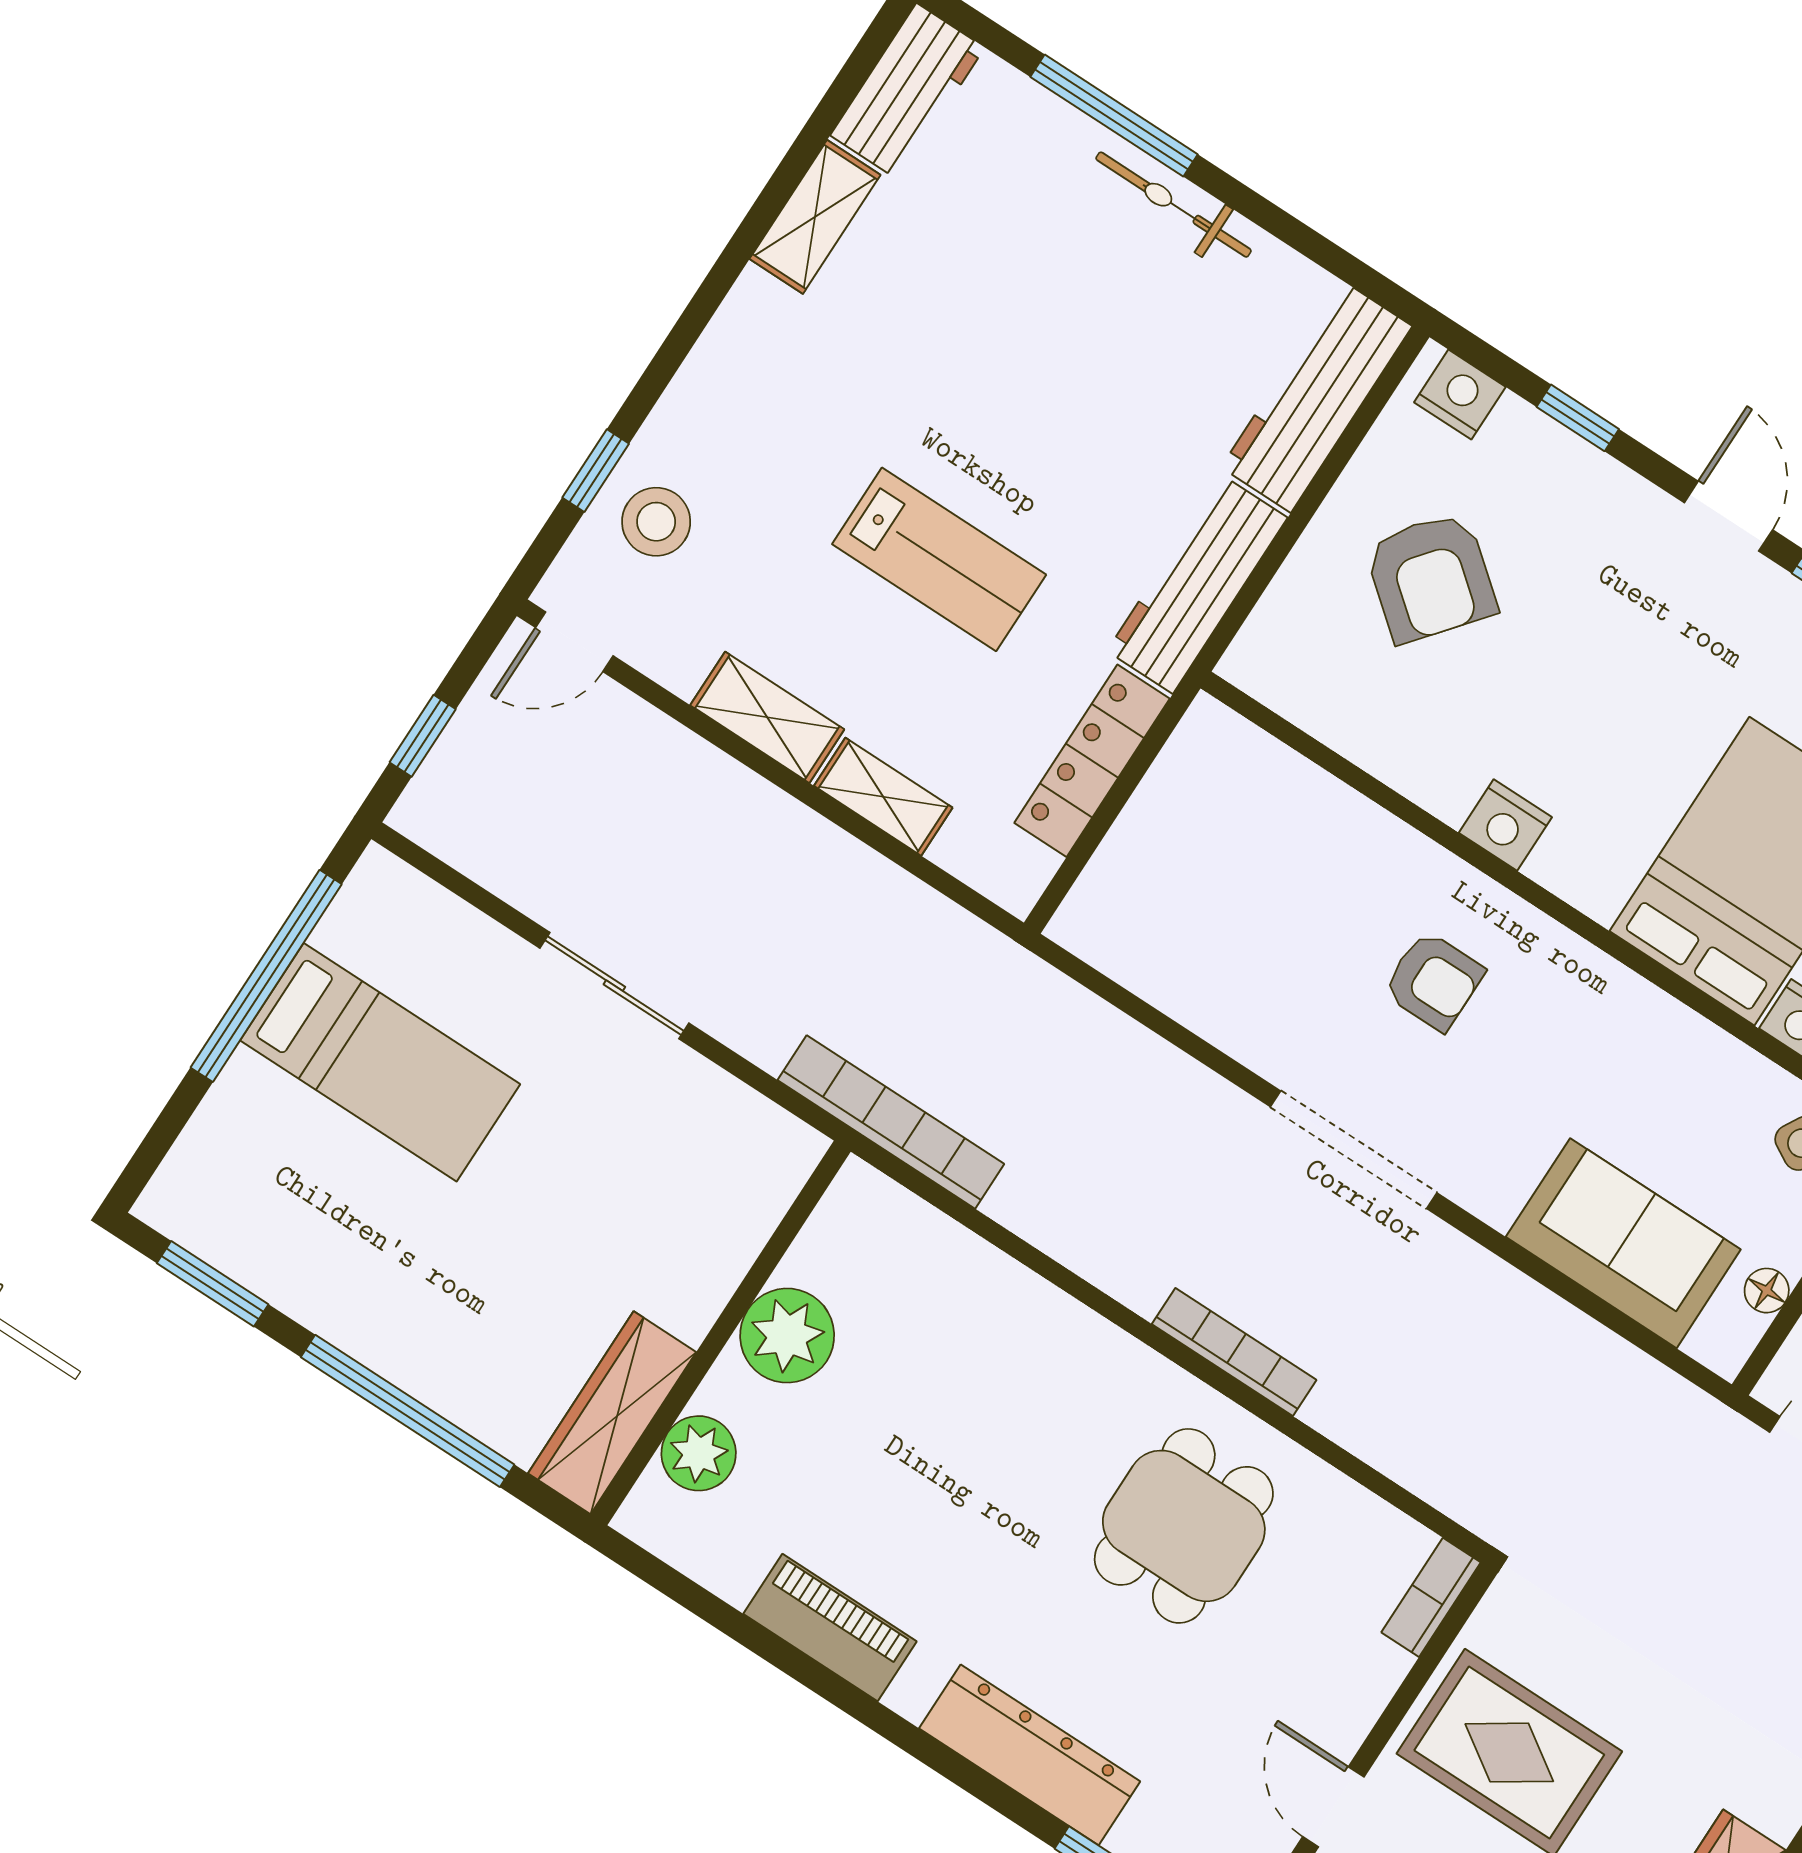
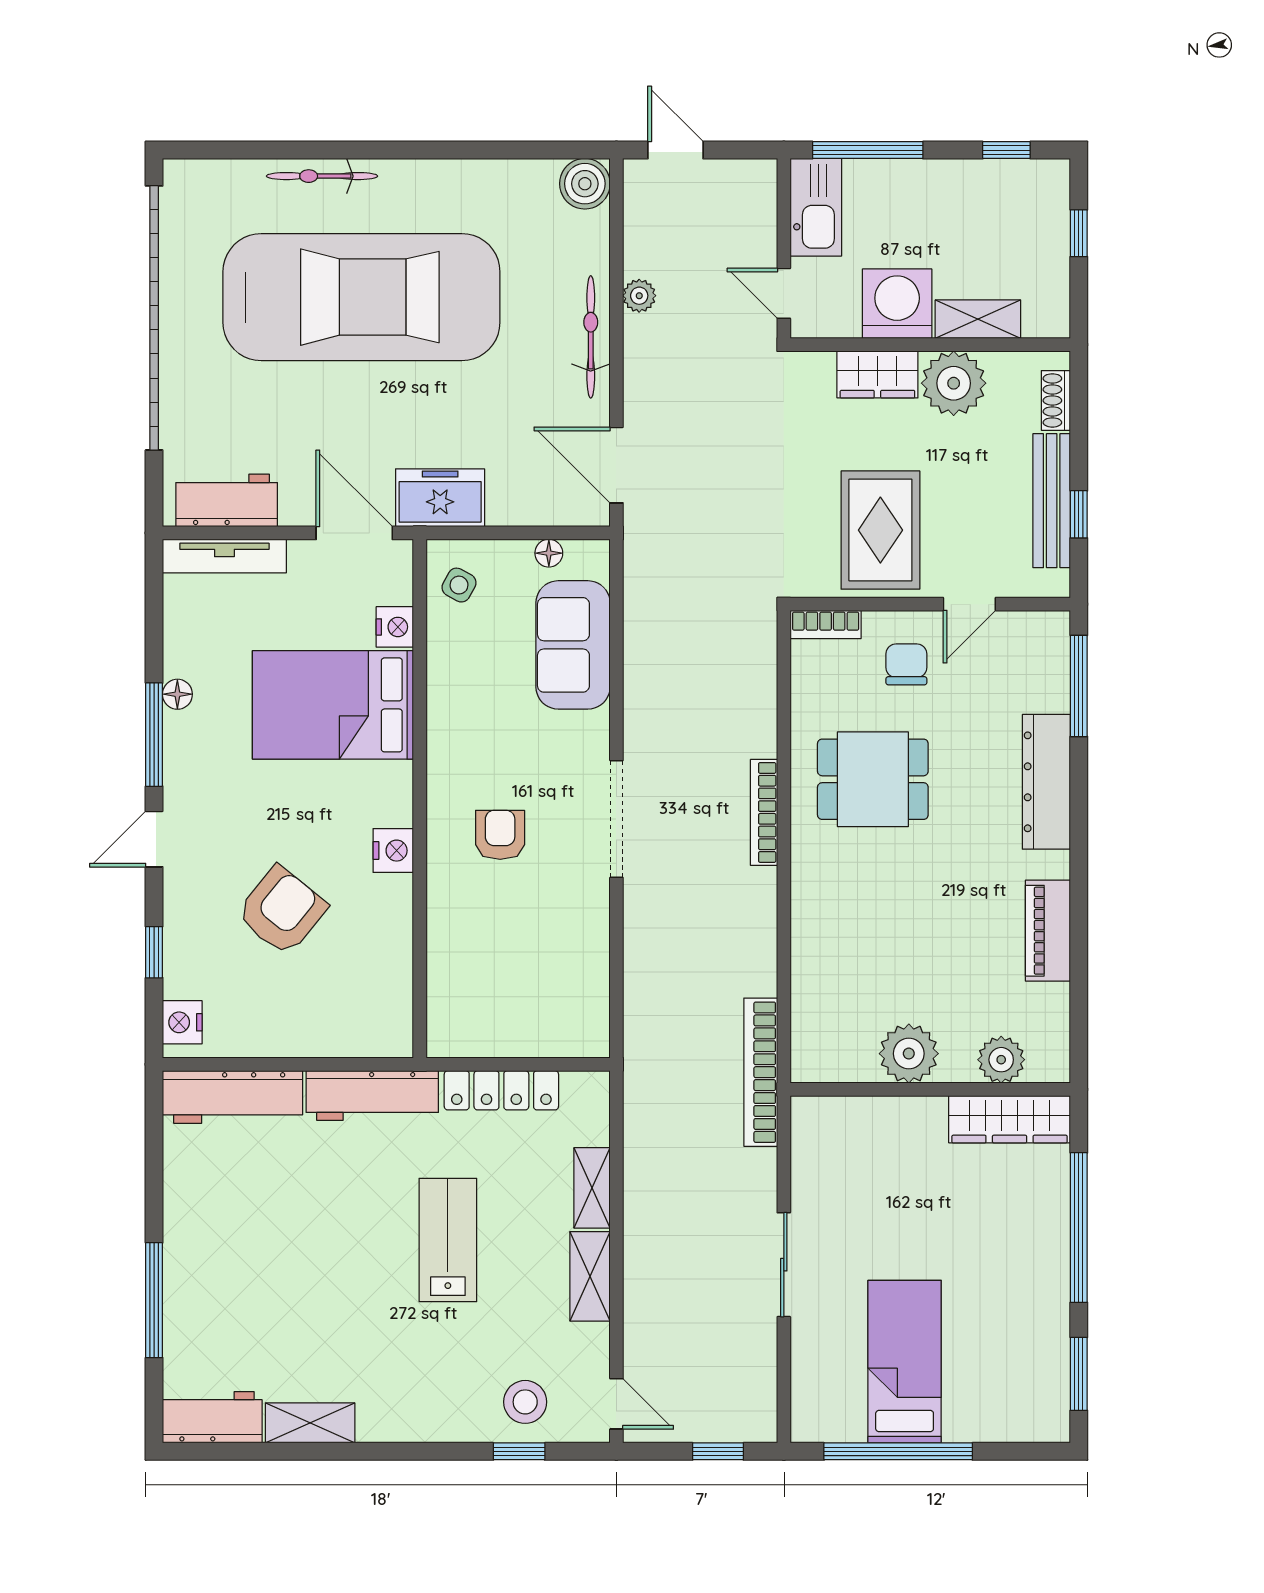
bicycle: (1174, 205) -> (180, 1238), removed
armchair: (1431, 577) -> (282, 911), moved
chair: (1308, 1670) -> (906, 664), added

